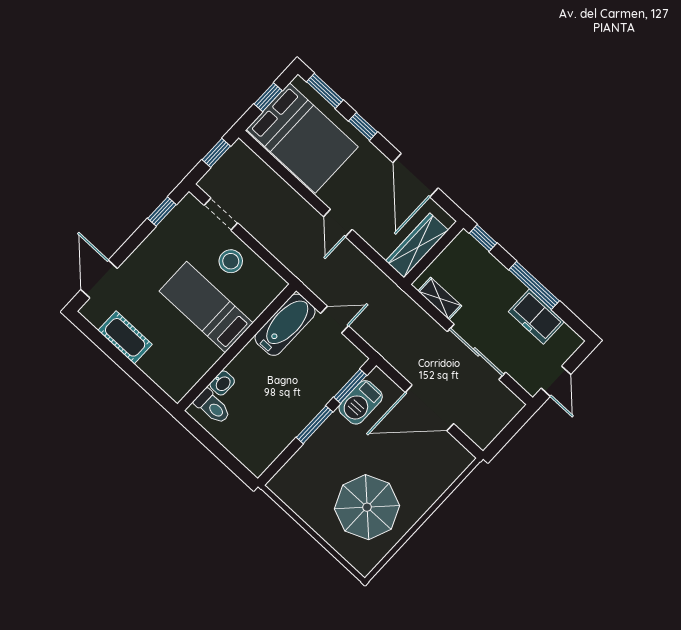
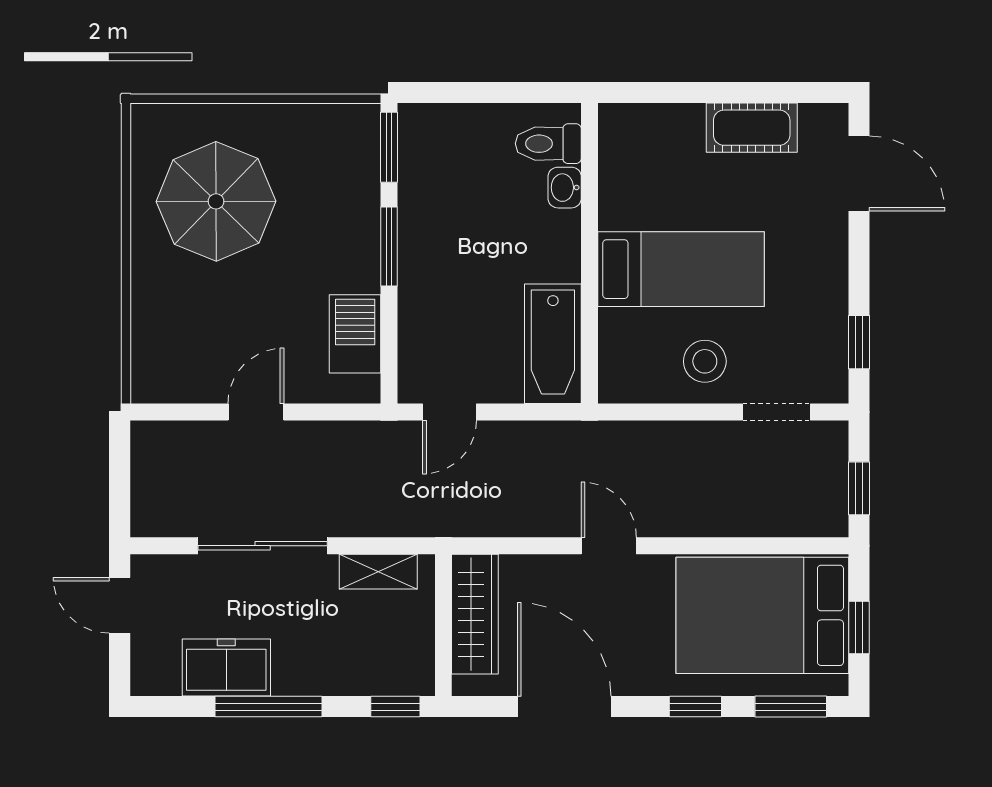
door: (334, 320) -> (449, 412), moved
window: (350, 386) -> (389, 147), moved
door: (429, 408) -> (256, 412), width x0.53

